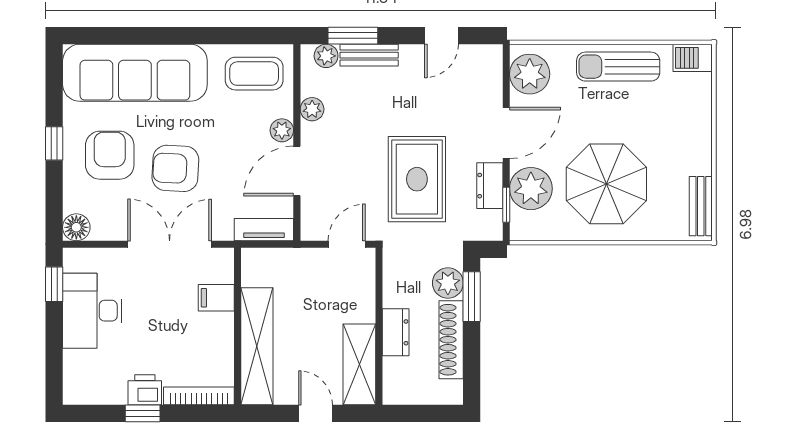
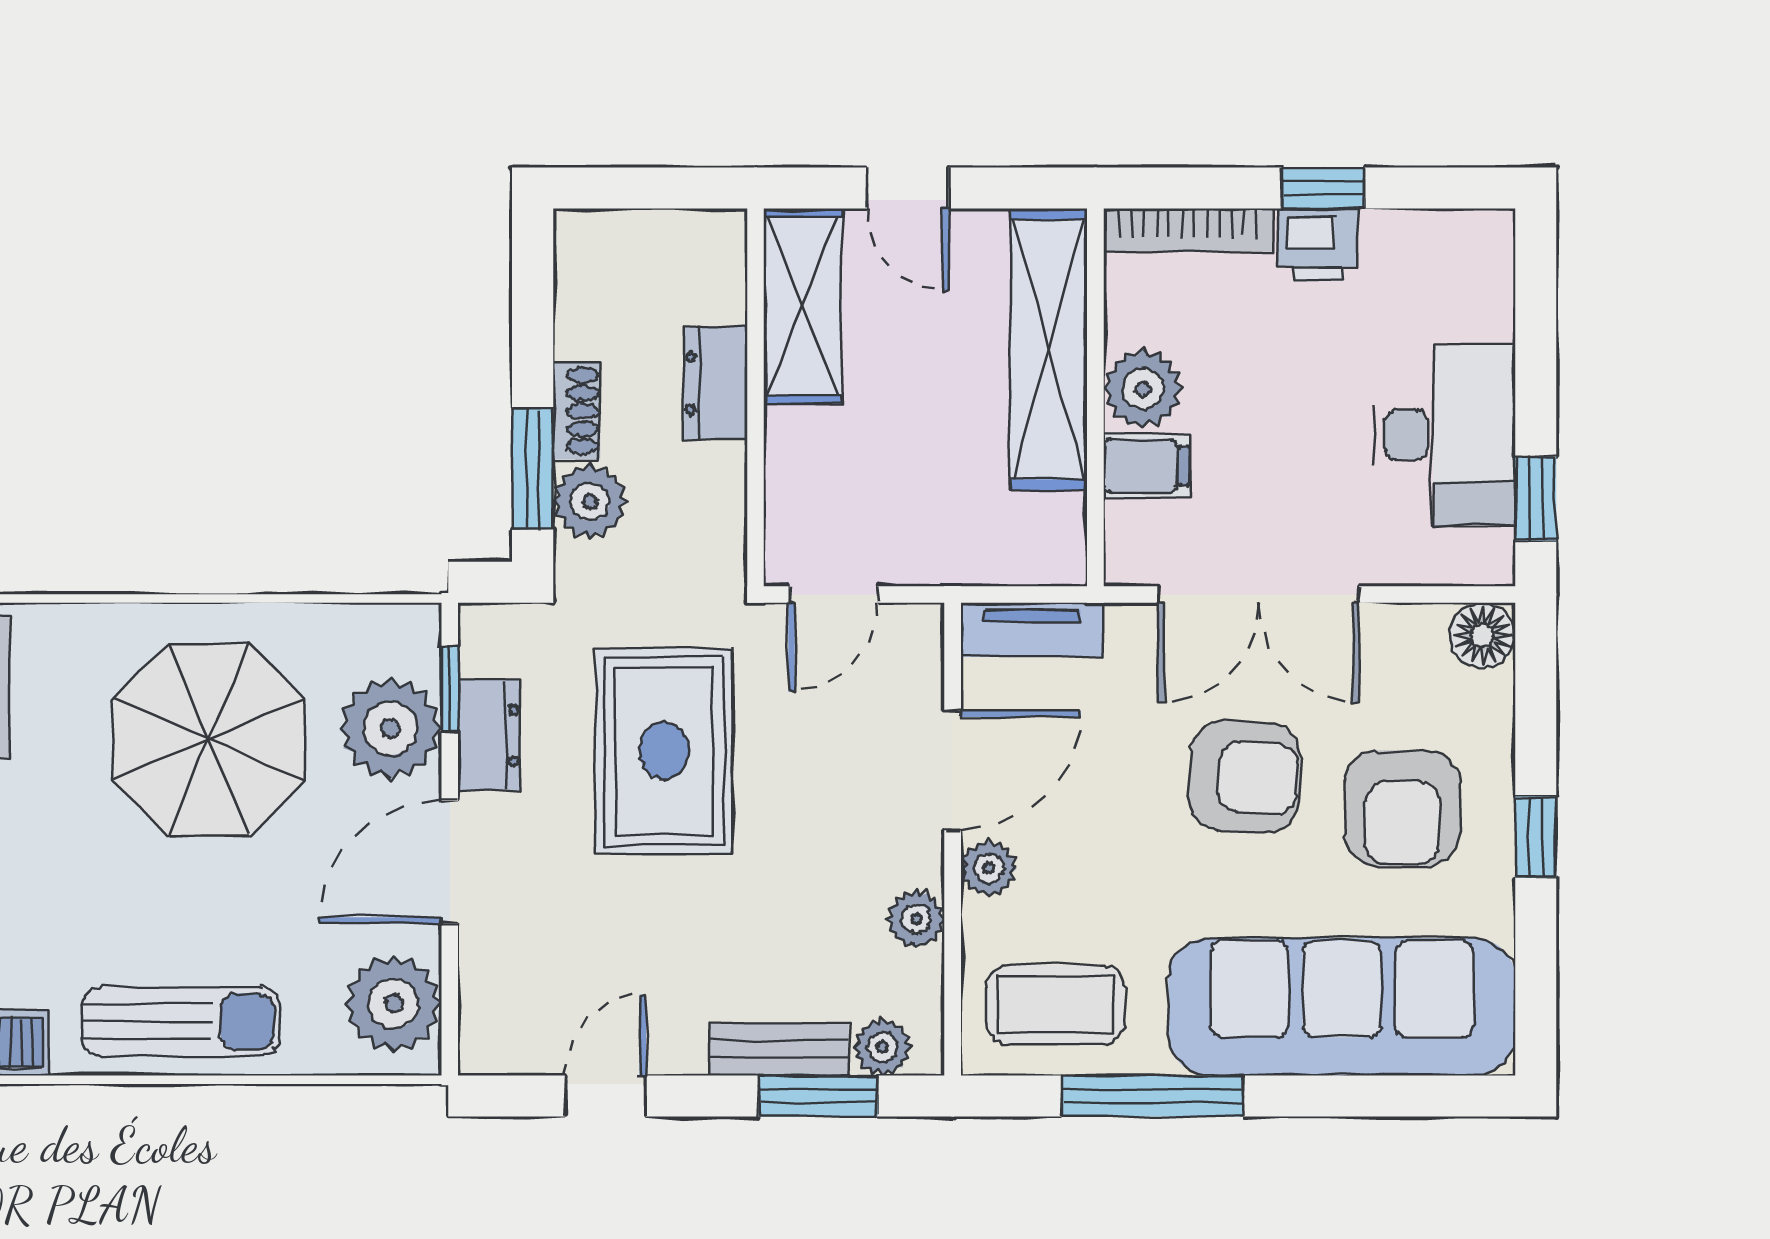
window: (214, 36) -> (1153, 1096), added
plant: (218, 330) -> (1143, 389), added
shoe rack: (451, 340) -> (577, 411), width x0.51, depth x0.81

